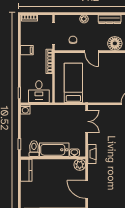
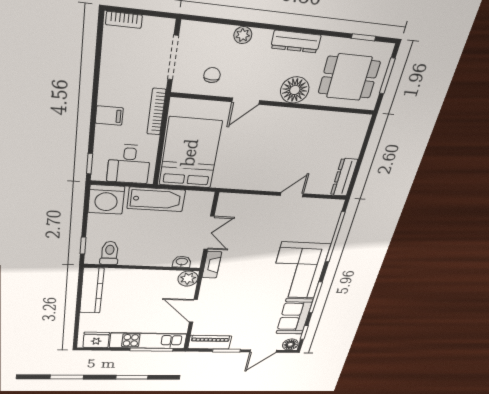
filing cabinet: (27, 50) -> (109, 116), moved
door: (92, 52) -> (246, 101), hinge flipped
bed: (73, 83) -> (190, 153), width x1.50
washing machine: (25, 110) -> (106, 199), width x1.89, depth x1.89
double door: (87, 121) -> (209, 233), moved
bathtub: (54, 150) -> (156, 199), moved, turned 180
kitchen counter: (26, 170) -> (92, 291), width x1.50

